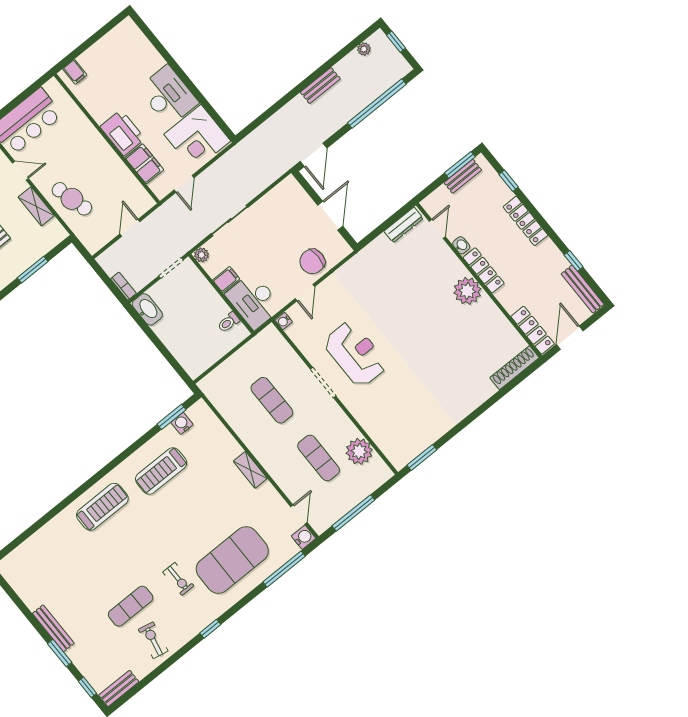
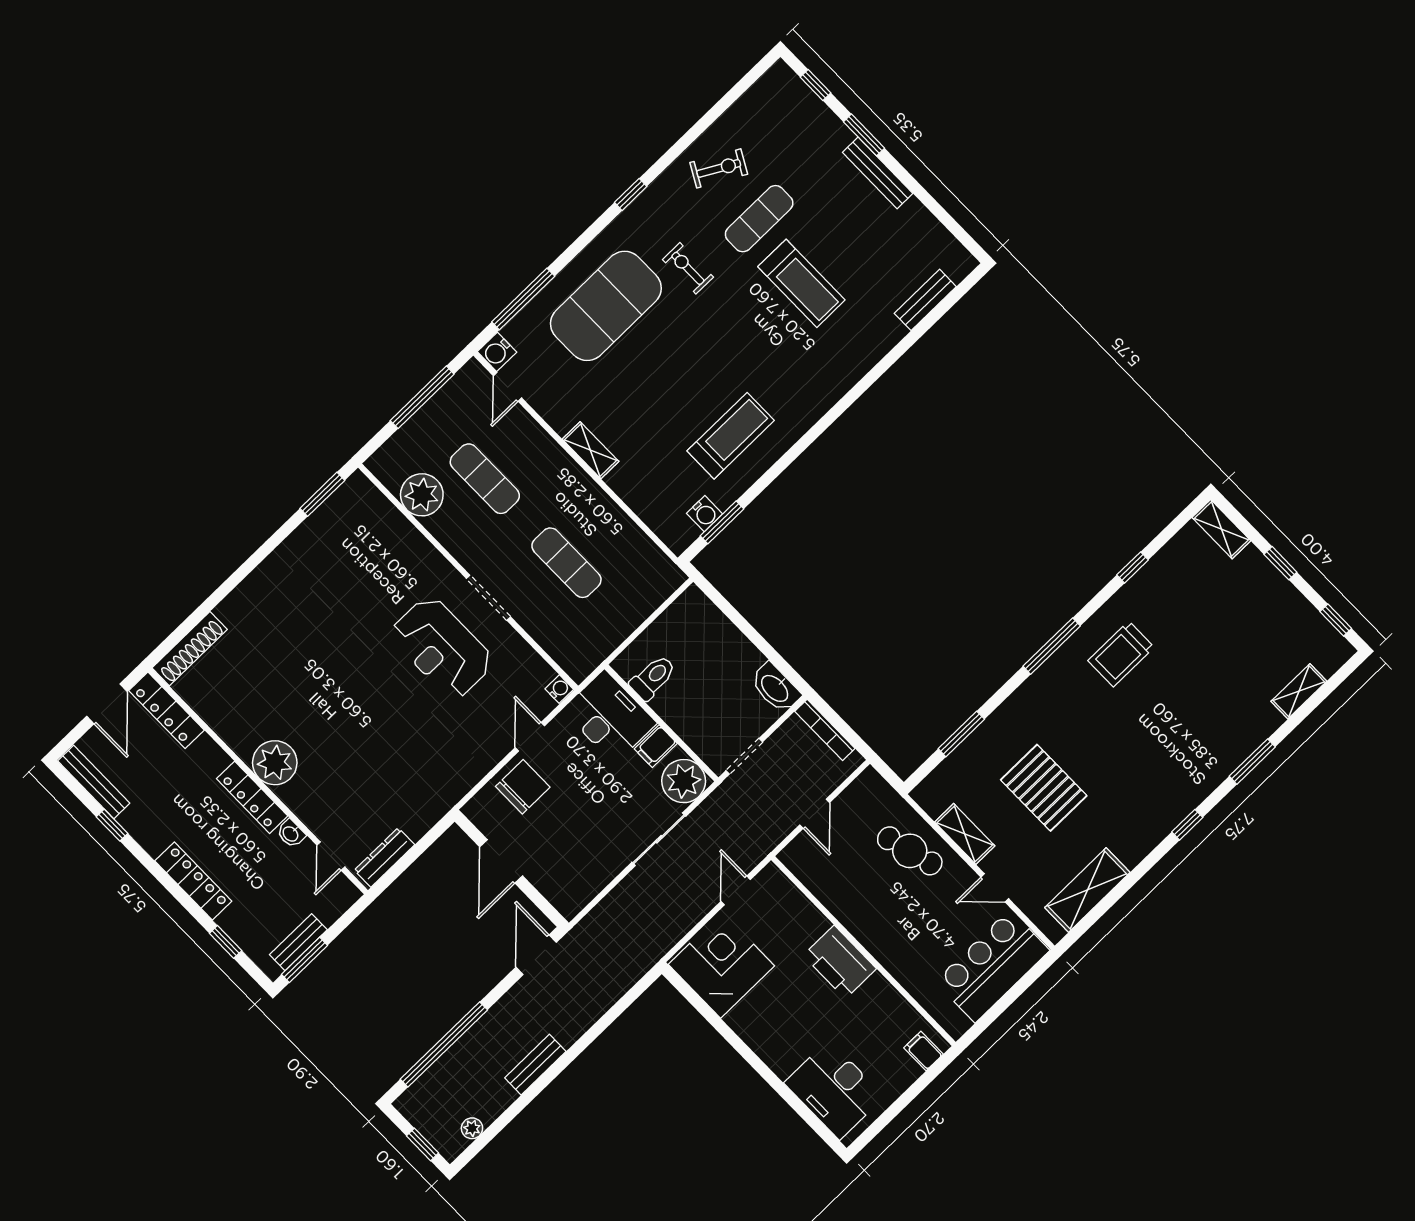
desk: (168, 96) -> (834, 1090), moved
filing cabinet: (144, 164) -> (801, 916), removed
plant: (201, 255) -> (684, 781), width x1.88, depth x1.88
bookcase: (123, 286) -> (825, 730), width x1.56
toilet: (229, 322) -> (653, 678), width x1.37, depth x1.39
treadmill: (102, 507) -> (801, 283), moved, turned -90
exercise bike: (153, 640) -> (719, 168), turned -73
bench: (119, 688) -> (925, 300), moved

